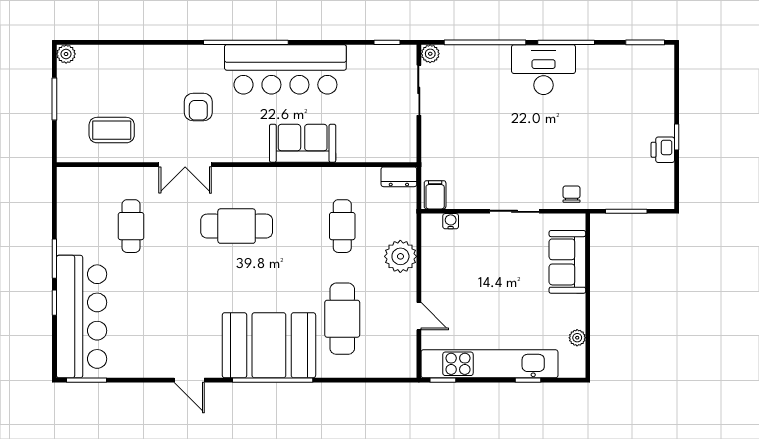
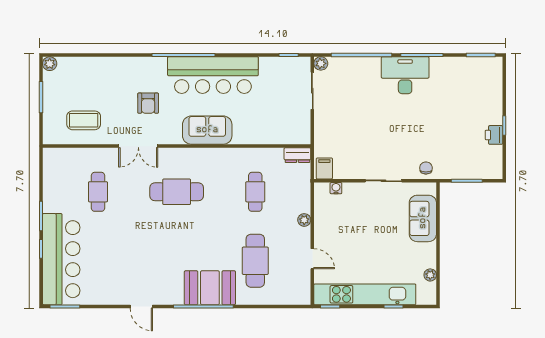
sofa: (303, 143) -> (207, 130), moved
plant: (400, 256) -> (304, 220), width x0.53, depth x0.53
booth: (269, 345) -> (210, 288), width x0.73, depth x0.70

